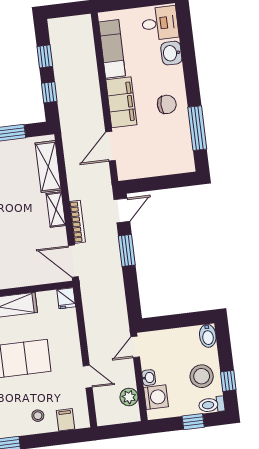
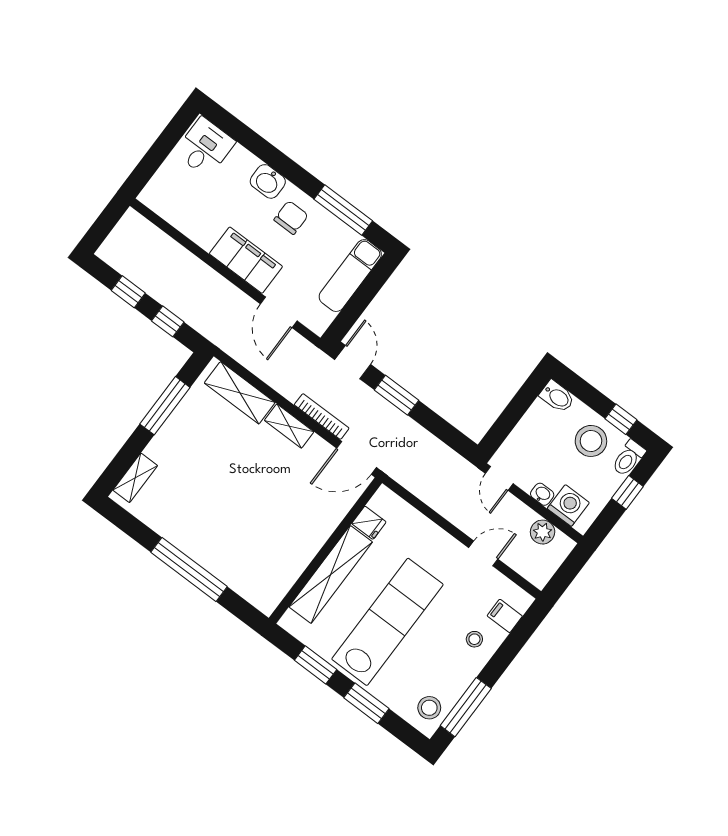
exam couch: (112, 49) -> (350, 276), moved, turned -90
washbasin: (171, 53) -> (268, 181), moved
fridge: (66, 298) -> (369, 523), moved

